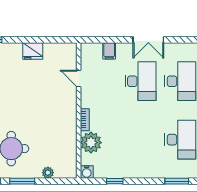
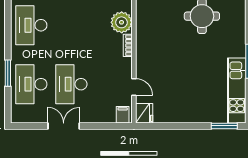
fridge: (33, 51) -> (144, 113), moved, turned 90
filing cabinet: (109, 51) -> (123, 115), moved

